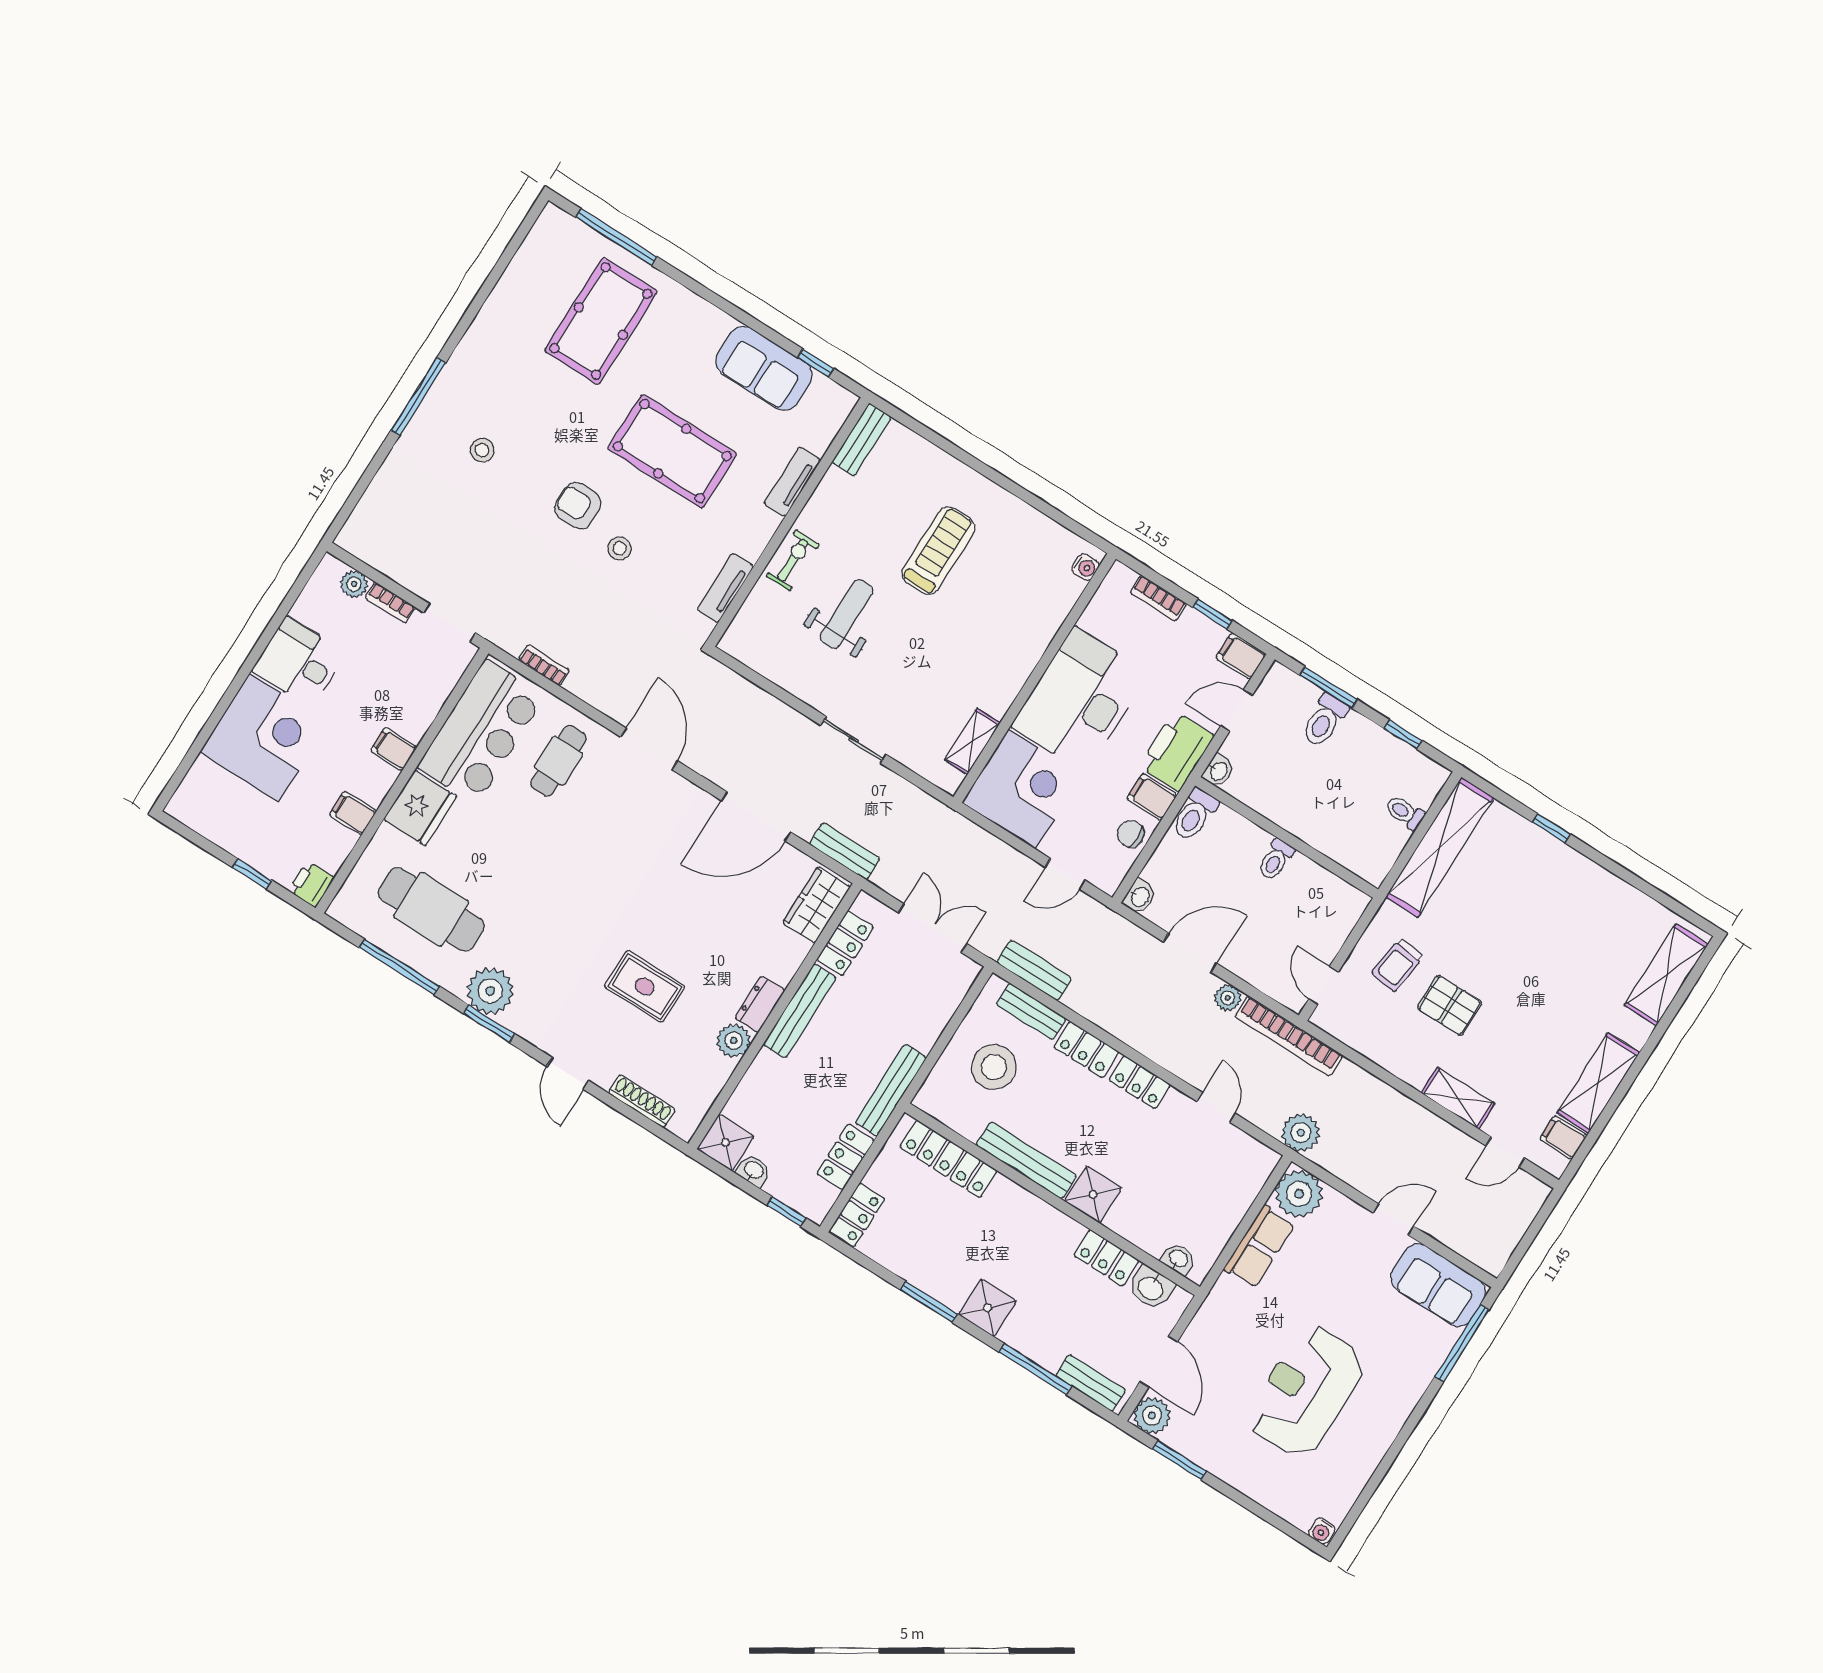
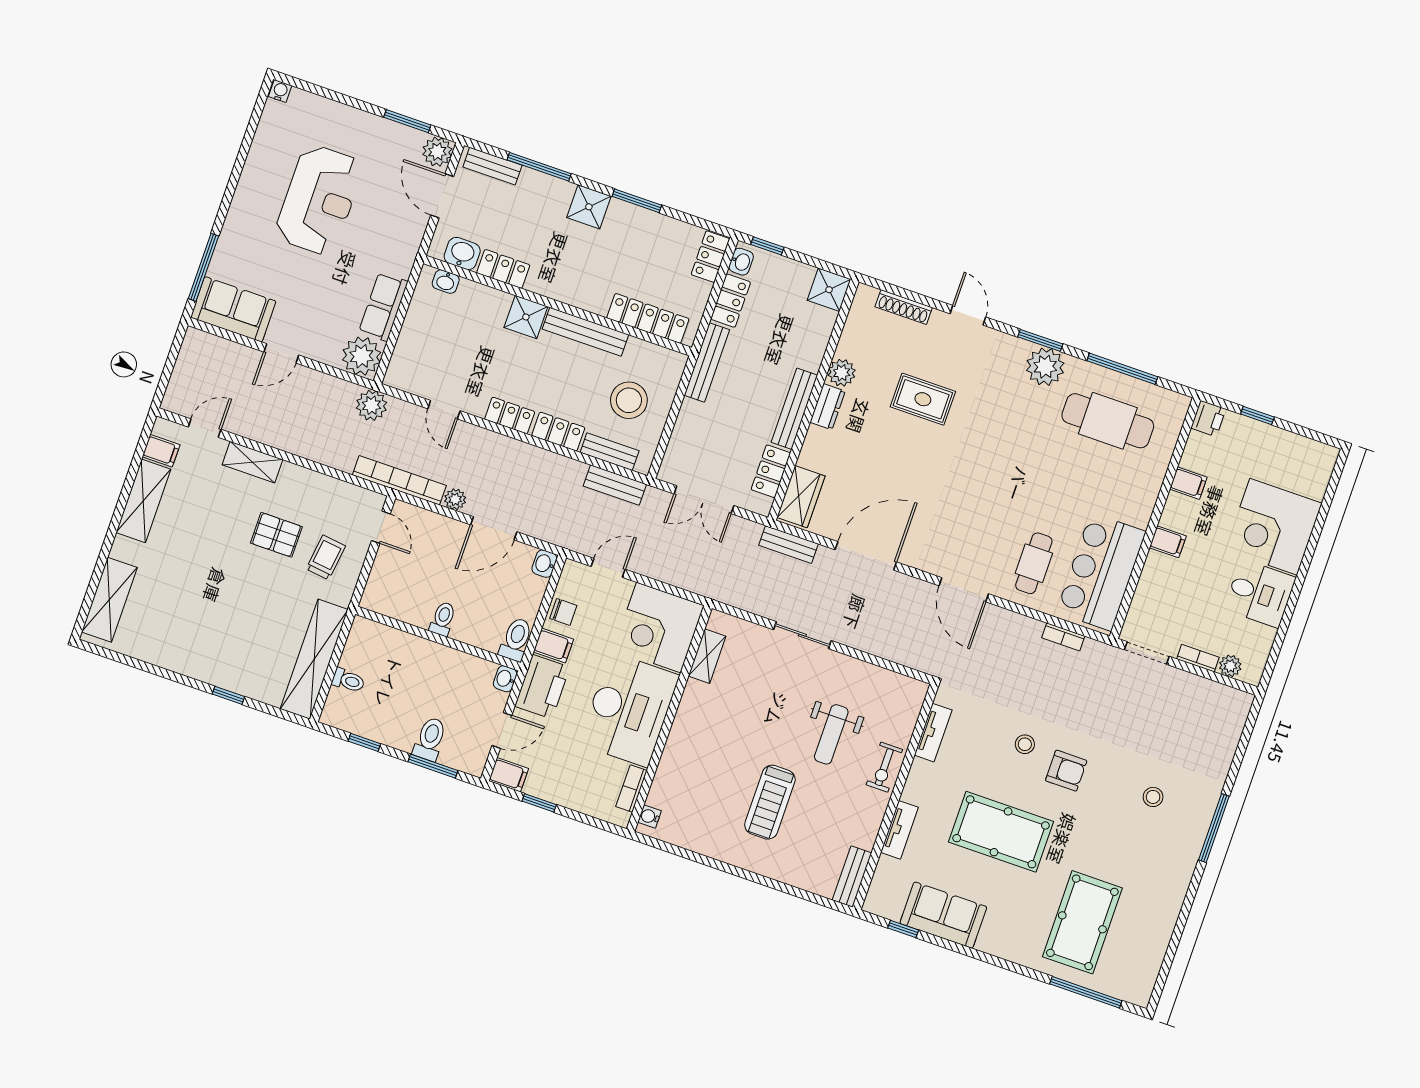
bookcase: (1158, 598) -> (631, 788), moved, turned -90
fridge: (420, 808) -> (1136, 500), removed
washbasin: (754, 1171) -> (741, 262), moved, turned -90

